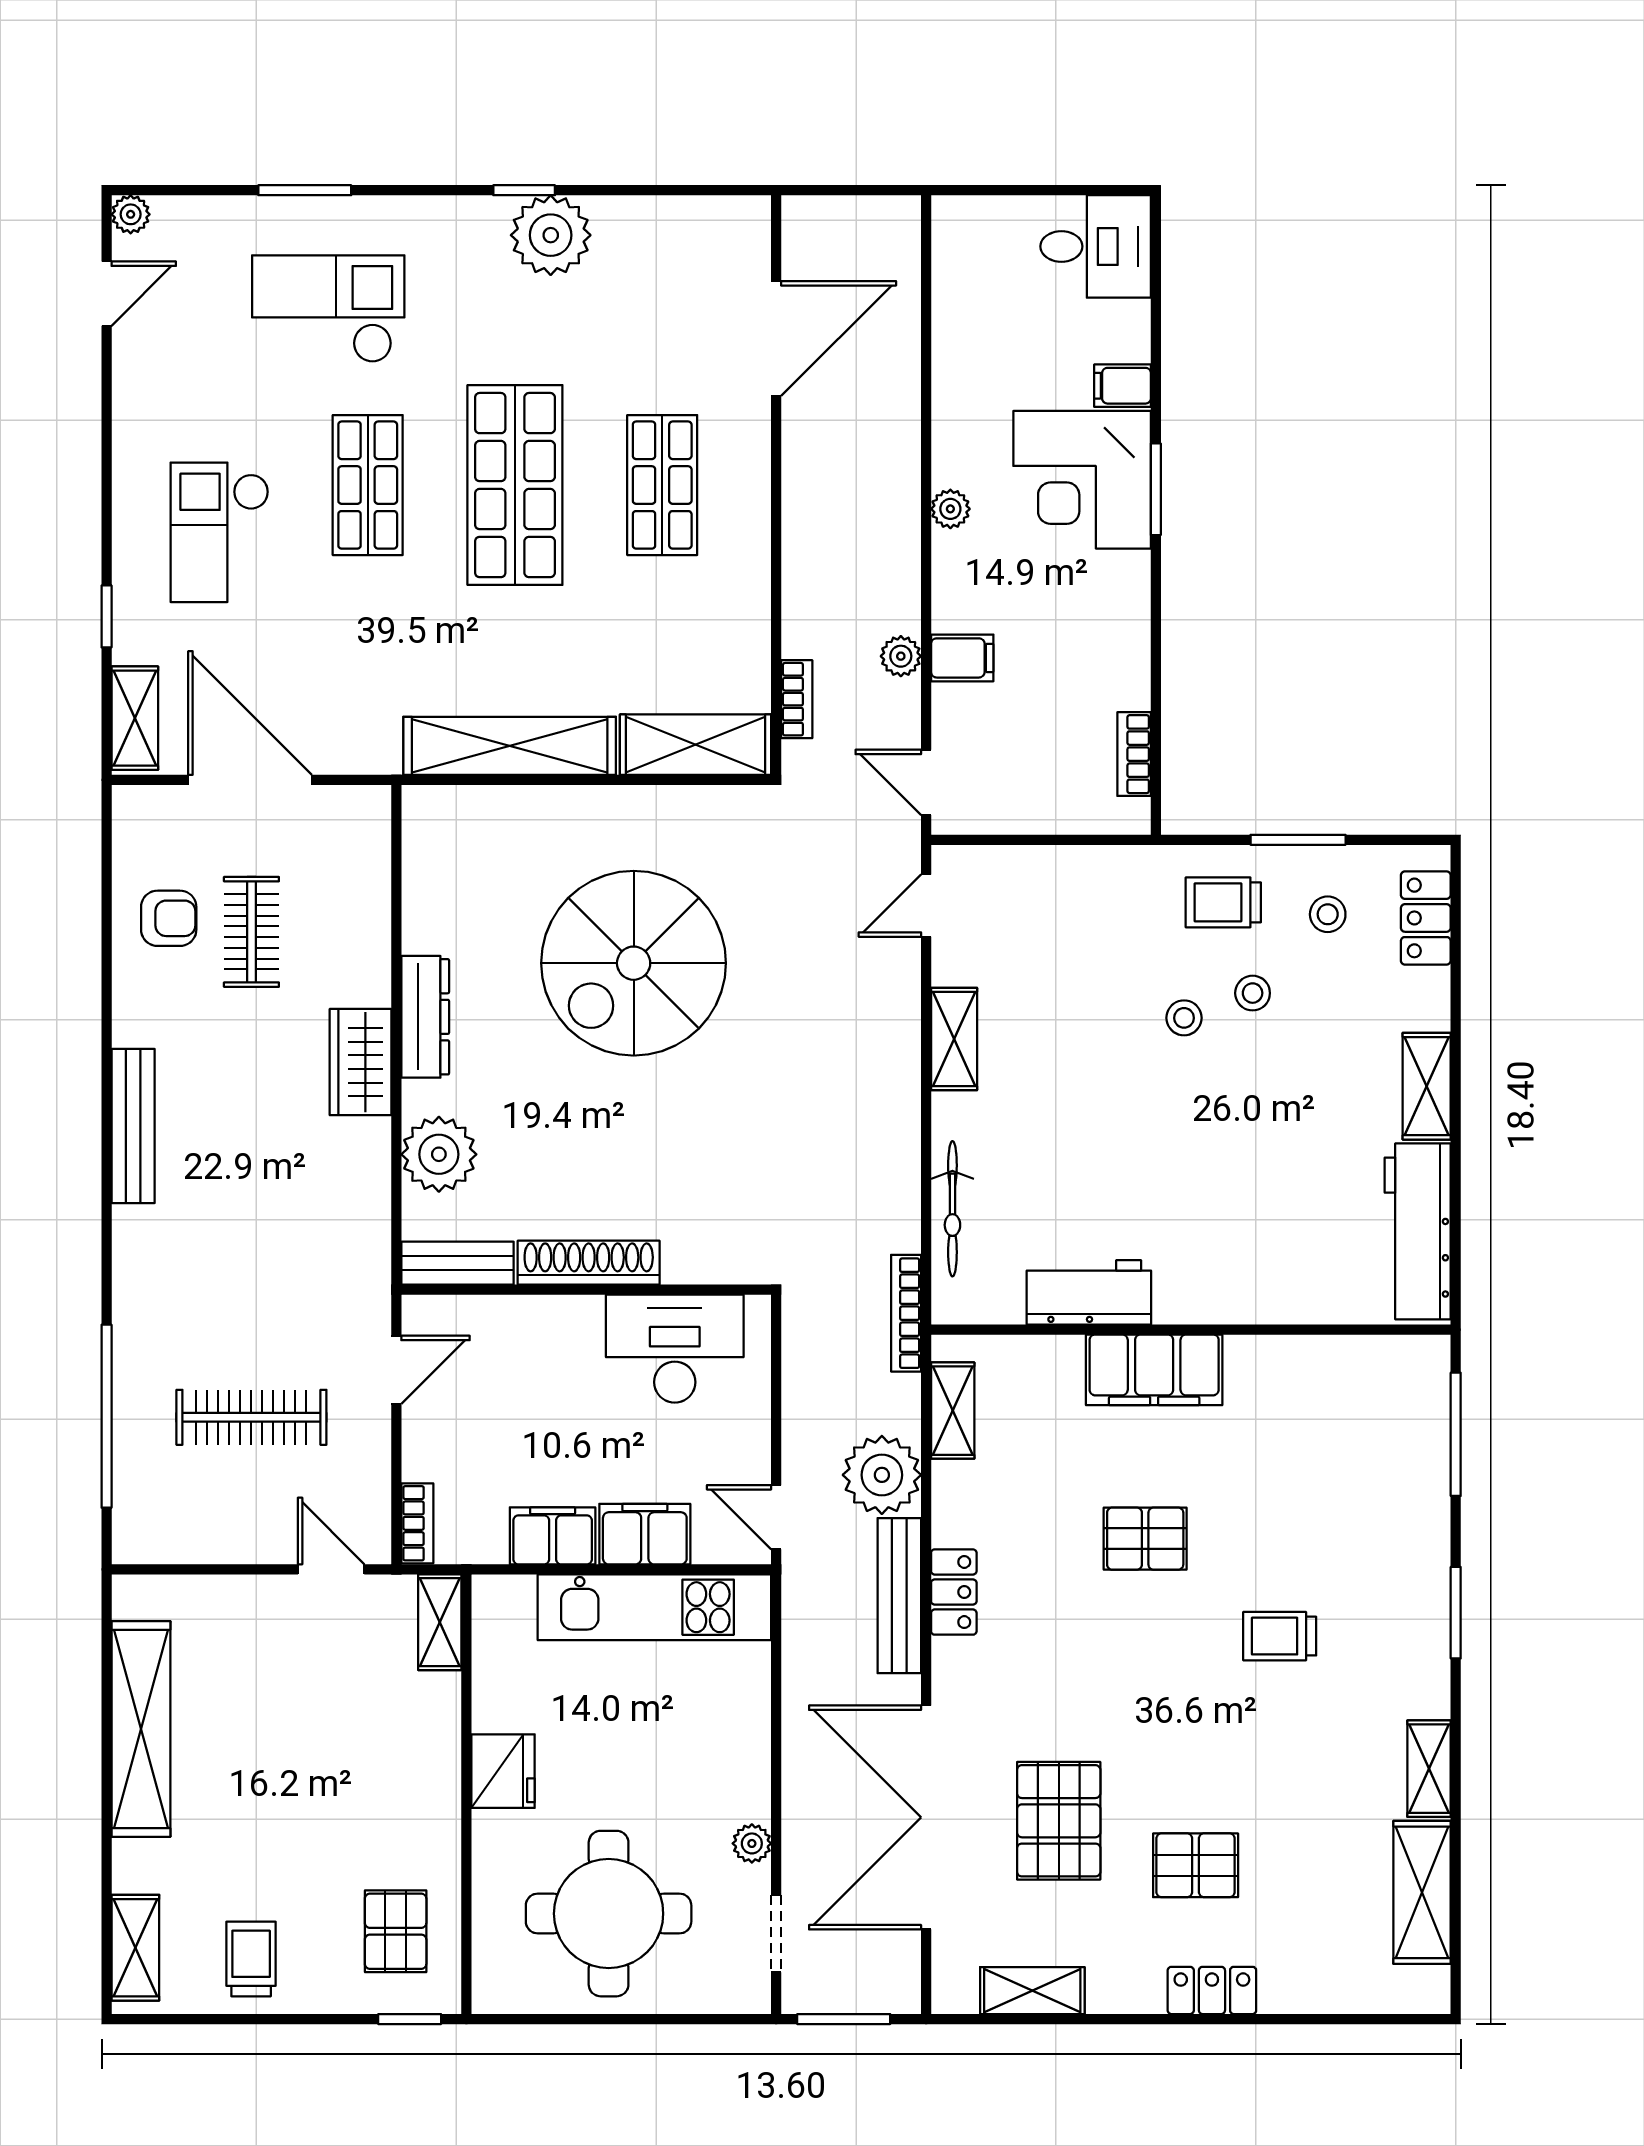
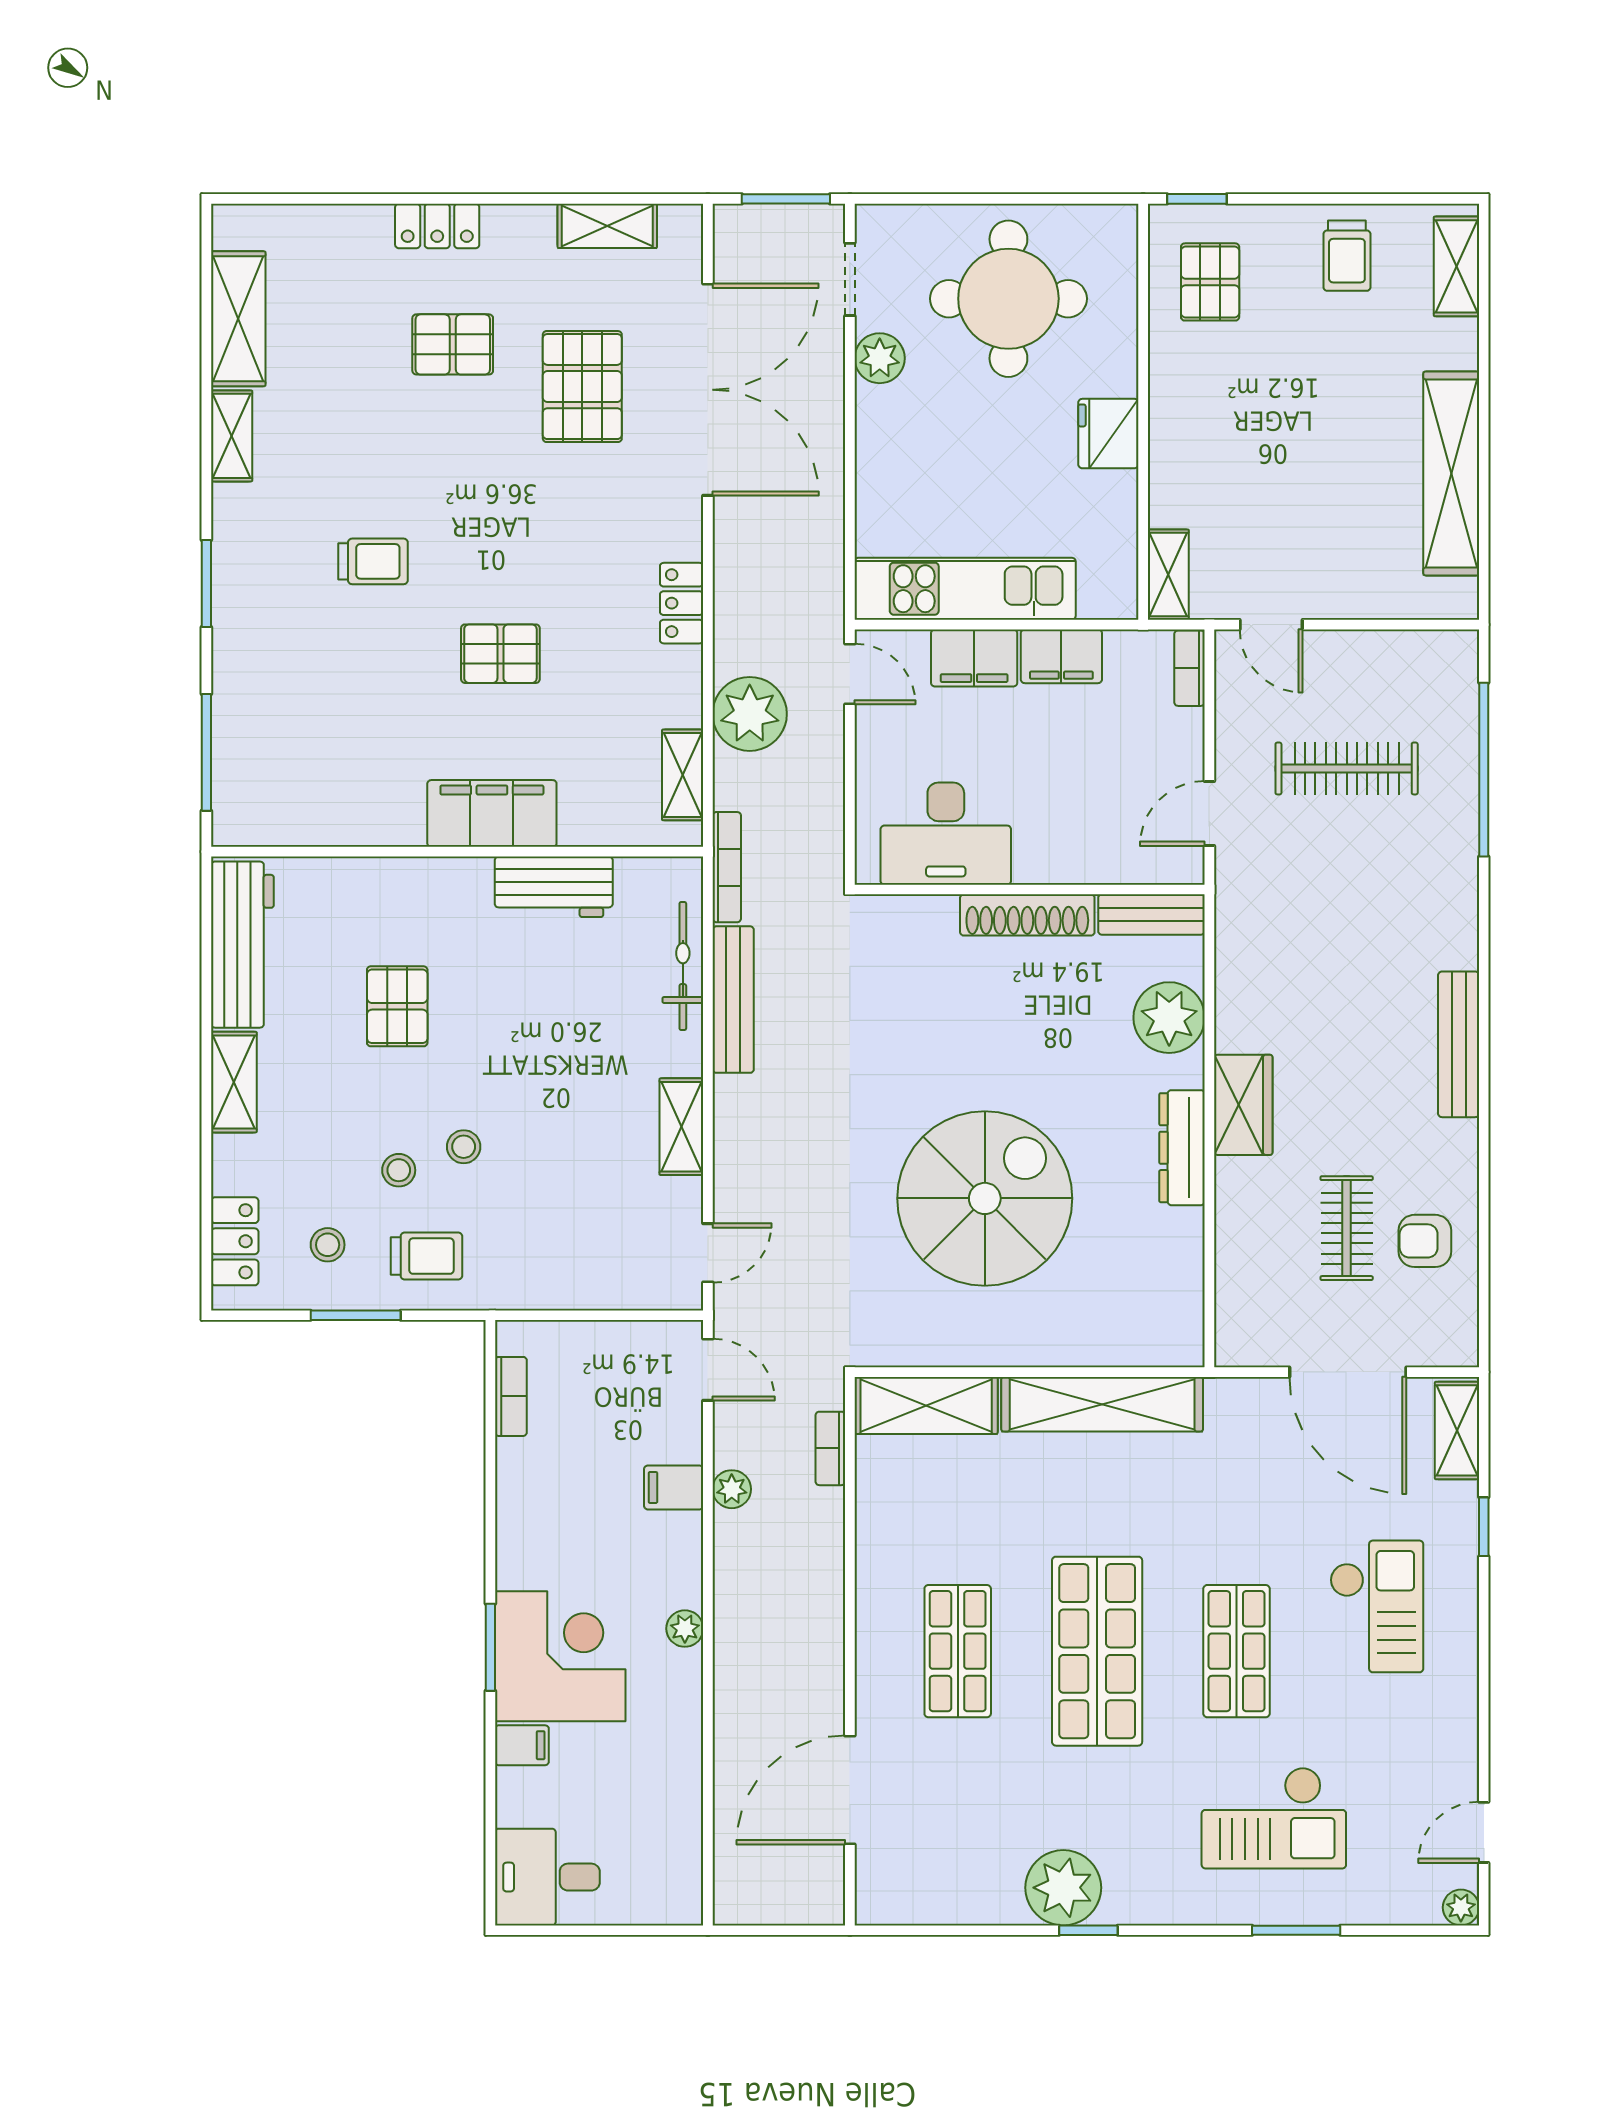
pallet: (1254, 1166) -> (397, 1006), added
bench: (899, 1596) -> (733, 1000), moved
plant: (752, 1843) -> (880, 358), width x1.38, depth x1.38

